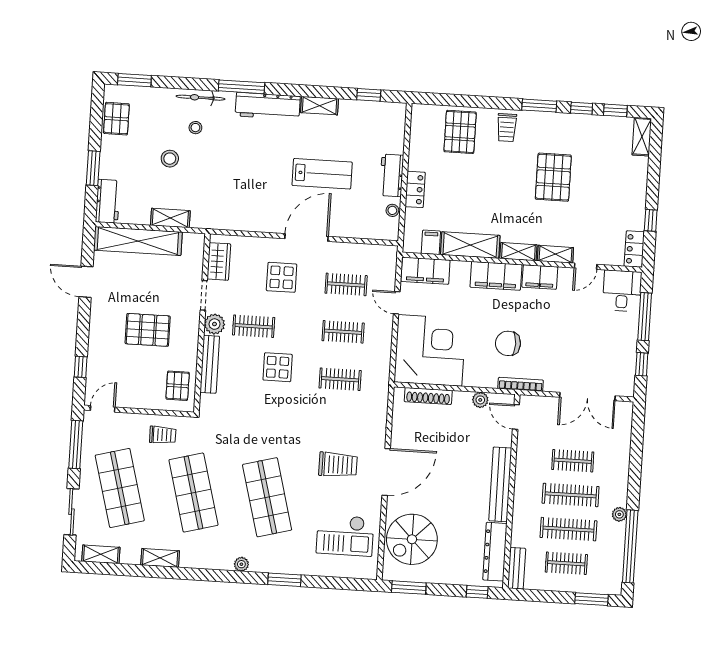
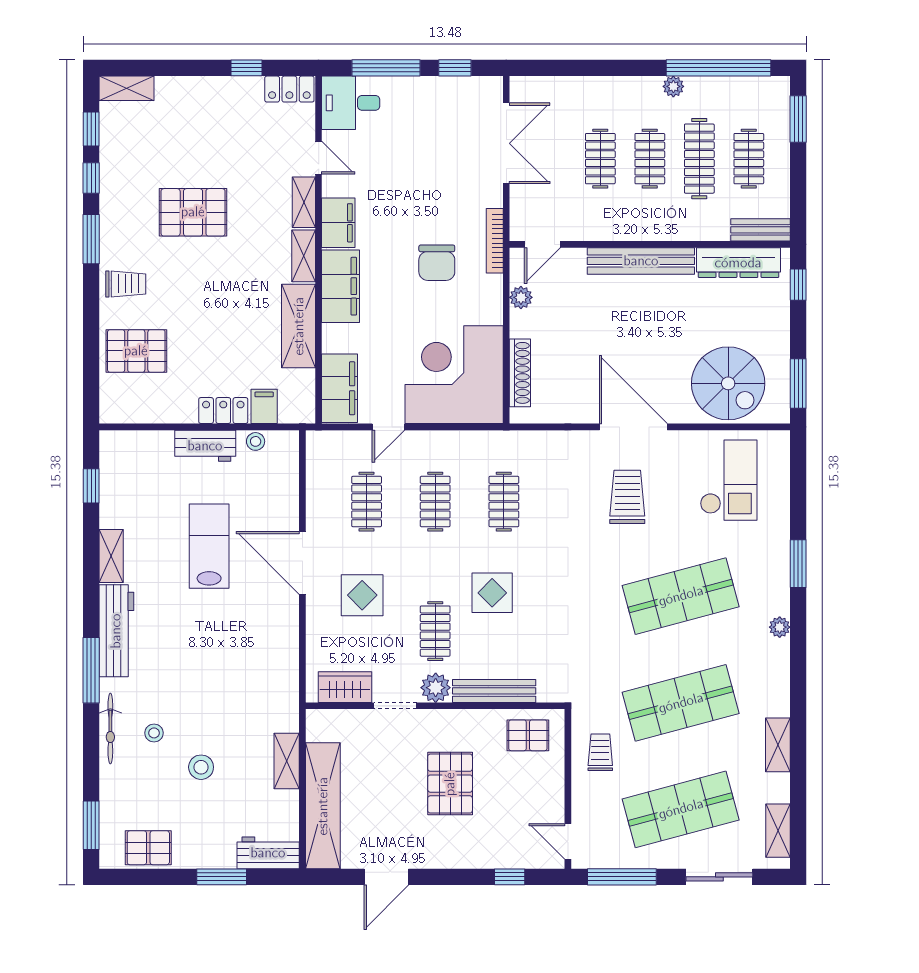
filing cabinet: (431, 242) -> (264, 406), moved, turned 90
clothes rail: (571, 495) -> (650, 159), width x0.73

